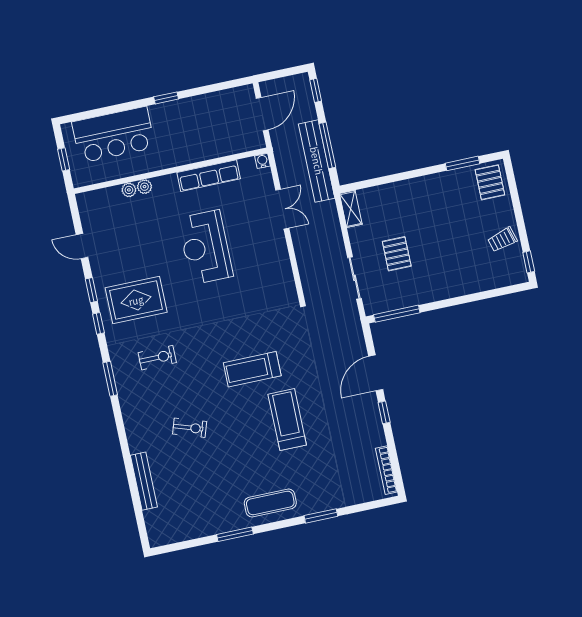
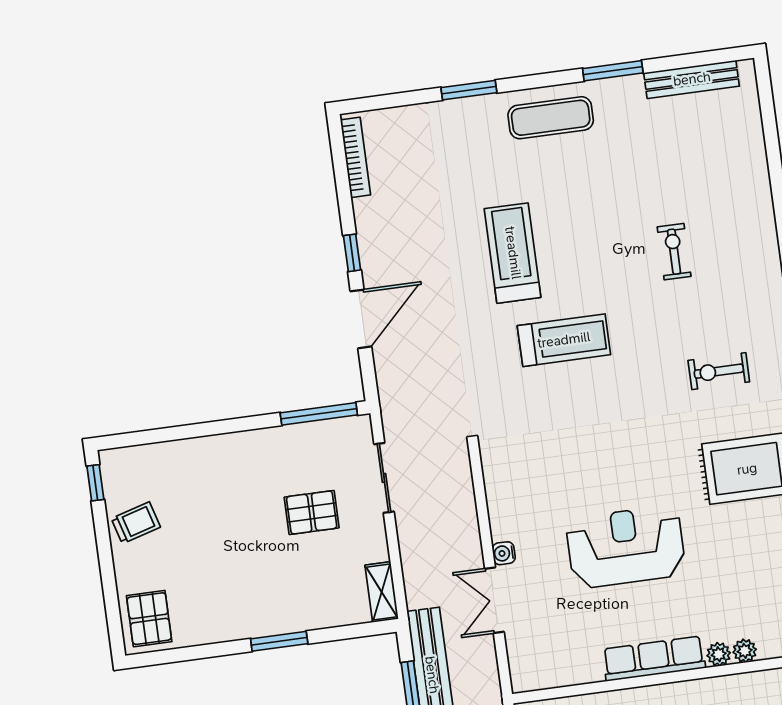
water cooler: (262, 161) -> (504, 553), moved, turned 90
window: (463, 163) -> (279, 641), moved
row of seats: (209, 176) -> (654, 659), moved
reception desk: (205, 247) -> (626, 547), turned -90
pallet: (397, 254) -> (312, 512), turned 90
treadmill: (287, 420) -> (513, 253), turned 180
exercise bike: (190, 428) -> (674, 252), turned 72
bench: (144, 481) -> (692, 79), moved, turned 90

